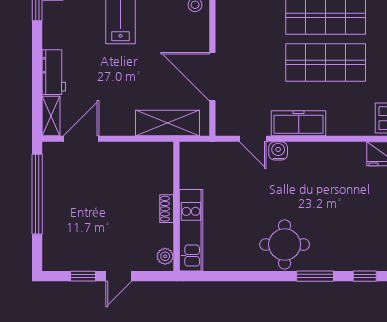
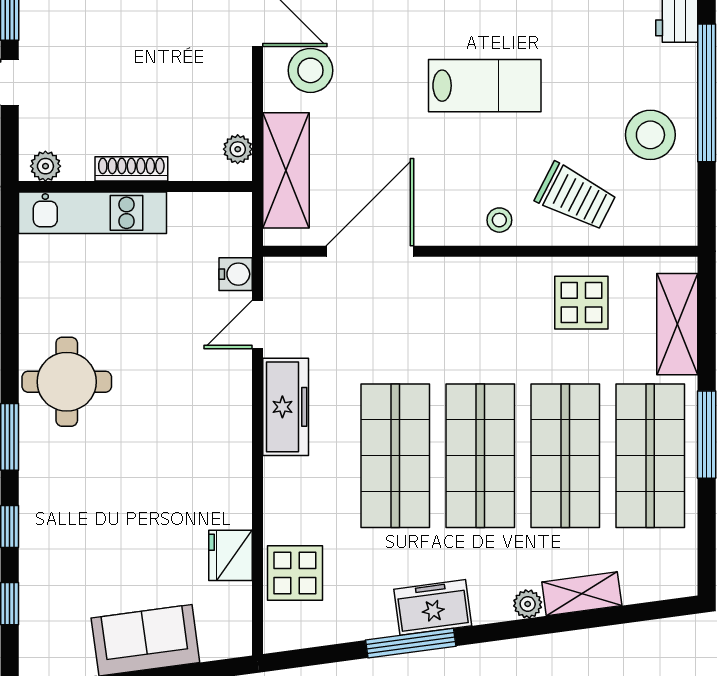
stool: (112, 109) -> (310, 70), added
plant: (156, 150) -> (238, 149), added
water cooler: (278, 151) -> (236, 274), moved
shoe rack: (167, 209) -> (131, 169), width x1.43

